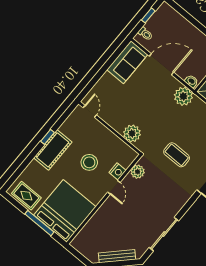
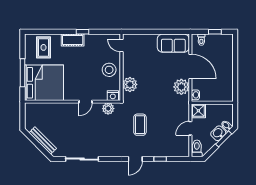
plant: (183, 96) -> (181, 87), moved
door: (90, 111) -> (121, 45), swing flipped
cot: (53, 150) -> (73, 40), width x0.73, depth x0.75
stool: (89, 162) -> (109, 70), moved
nightstand: (118, 172) -> (113, 96), moved
rug: (26, 196) -> (43, 47), moved

